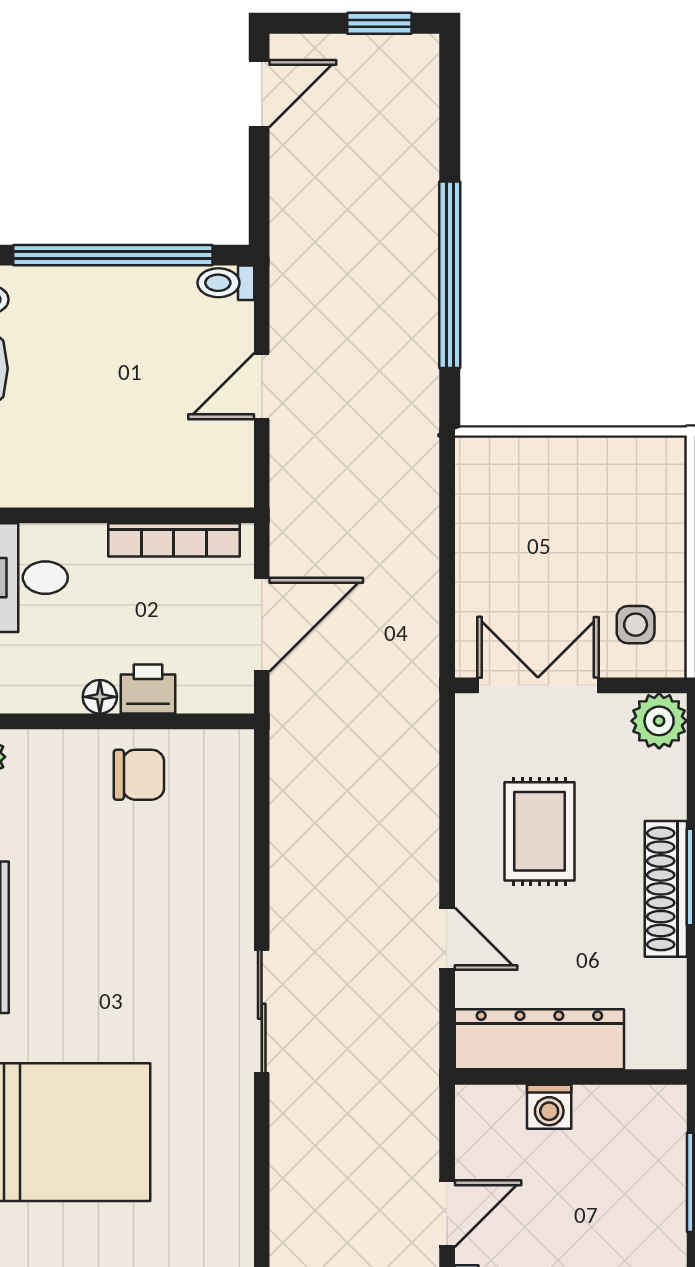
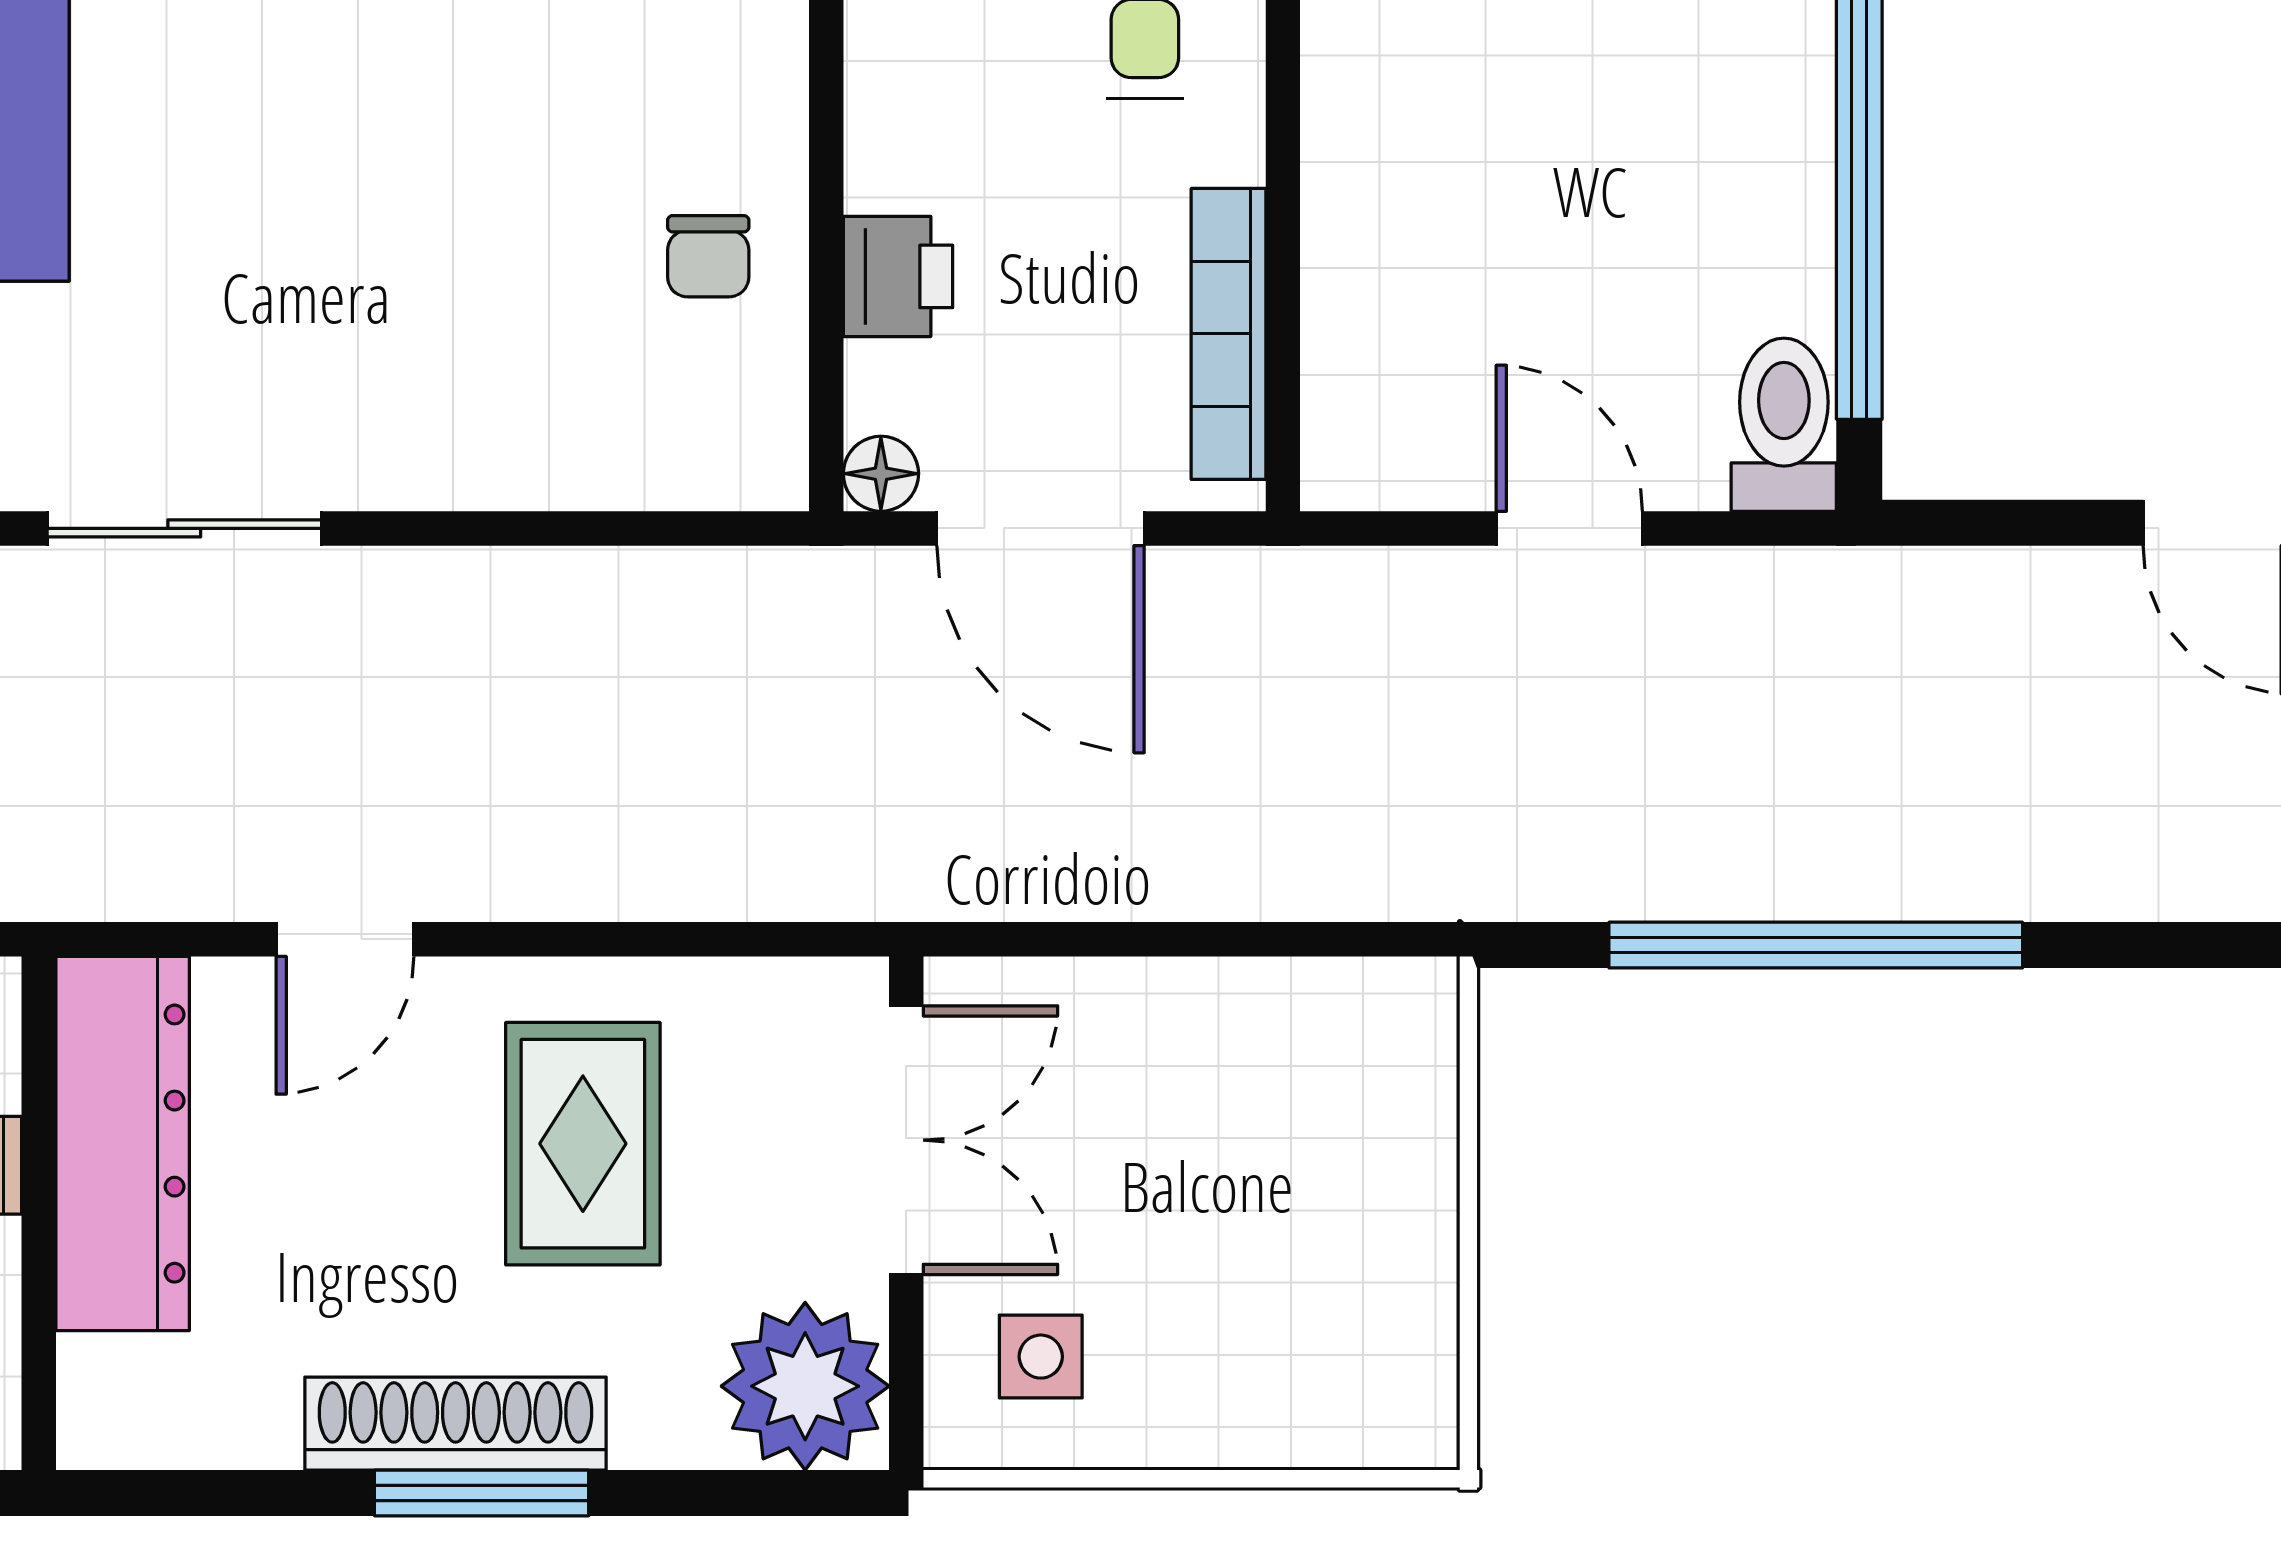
toilet: (226, 283) -> (1784, 425), width x1.37, depth x1.39
floor lamp: (100, 697) -> (881, 474), moved
plant: (659, 721) -> (805, 1386), width x1.36, depth x1.36
chair: (139, 775) -> (708, 256), width x0.73, depth x0.73
rug: (539, 831) -> (583, 1144), turned 90

